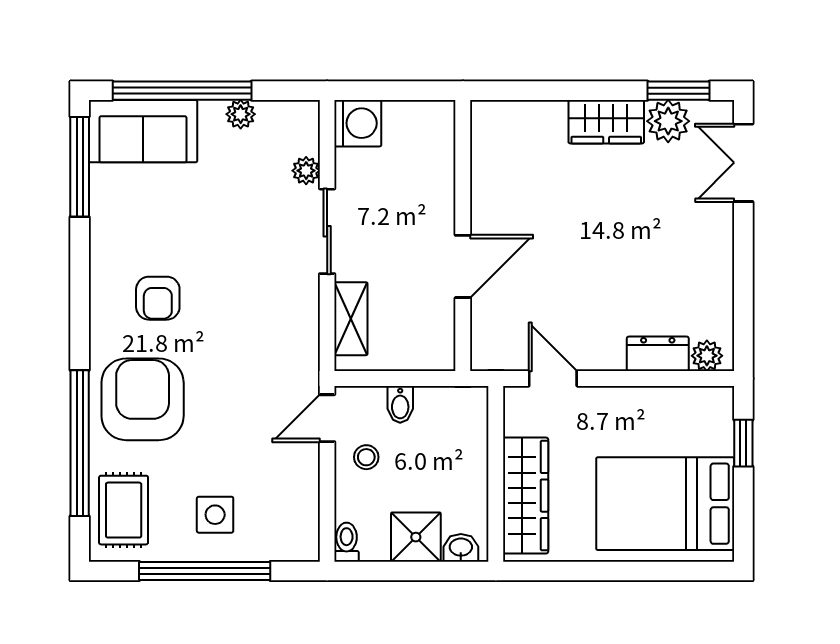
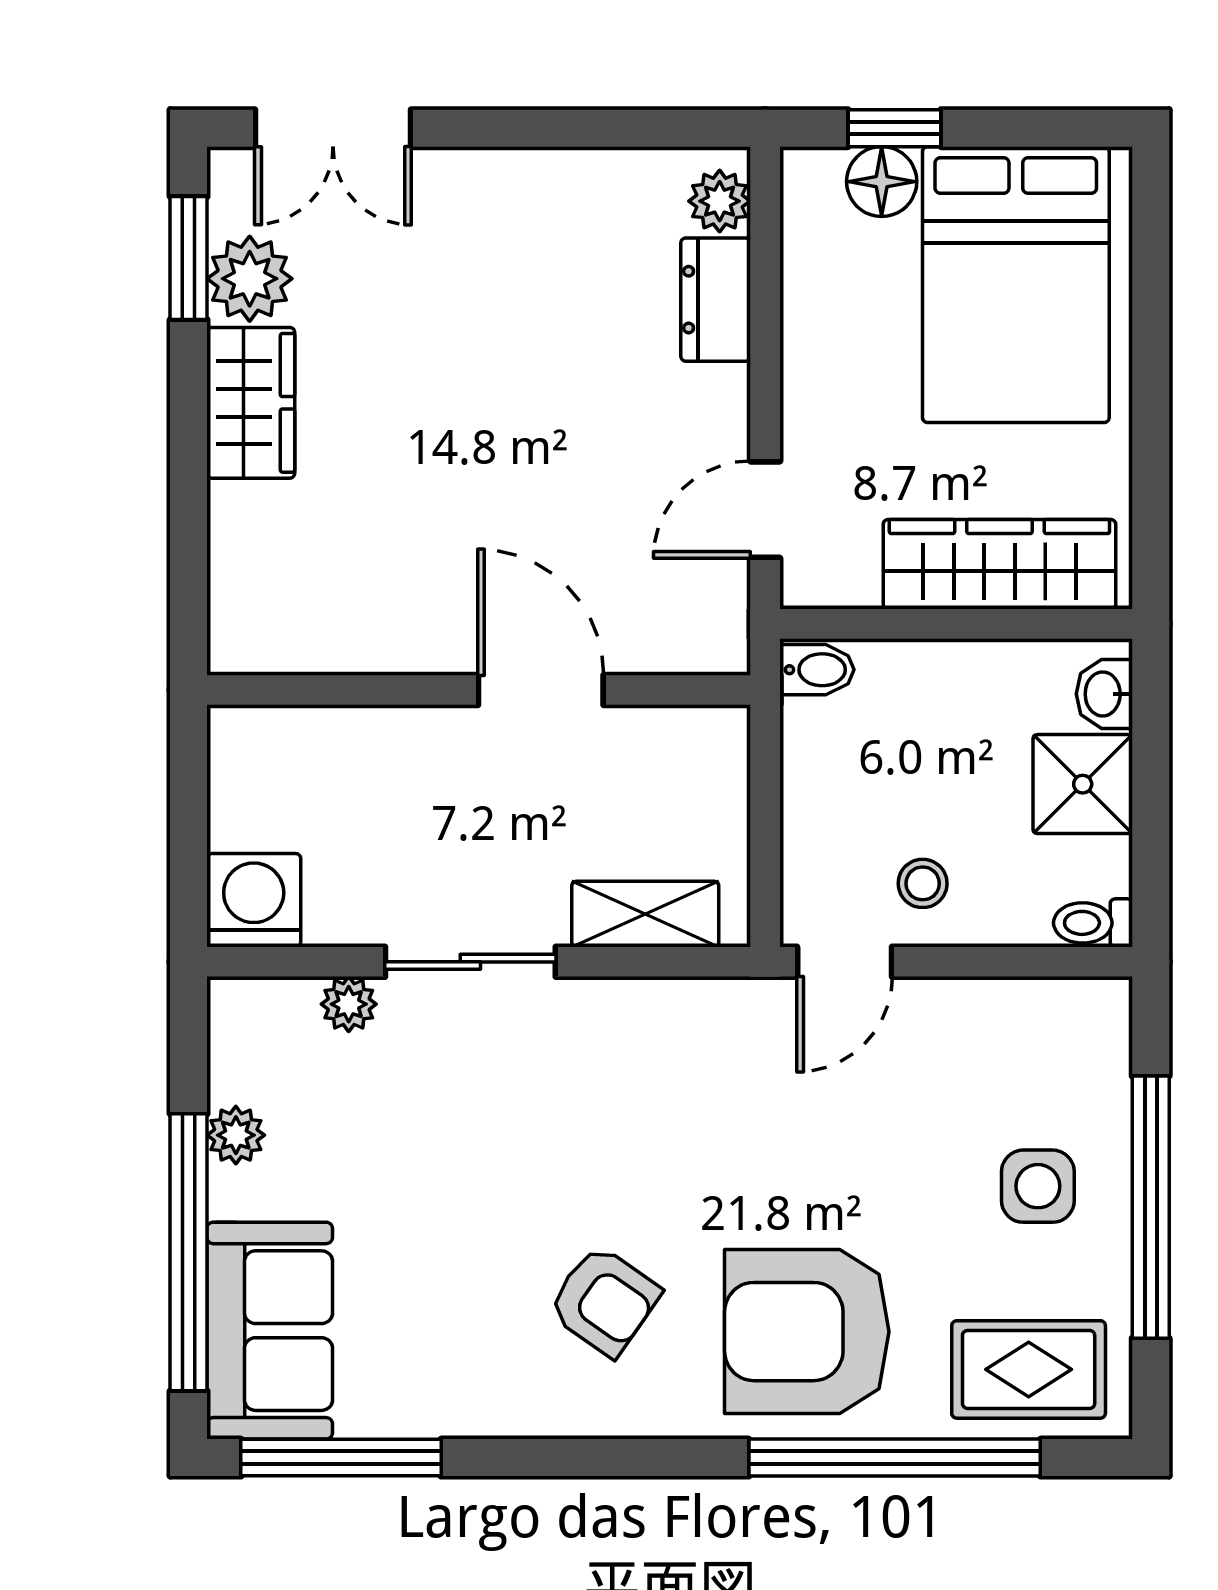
armchair: (158, 298) -> (604, 1301), turned 35
bidet: (400, 404) -> (817, 670), moved
door: (327, 418) -> (845, 962), hinge flipped
floor lamp: (717, 437) -> (882, 182), added

